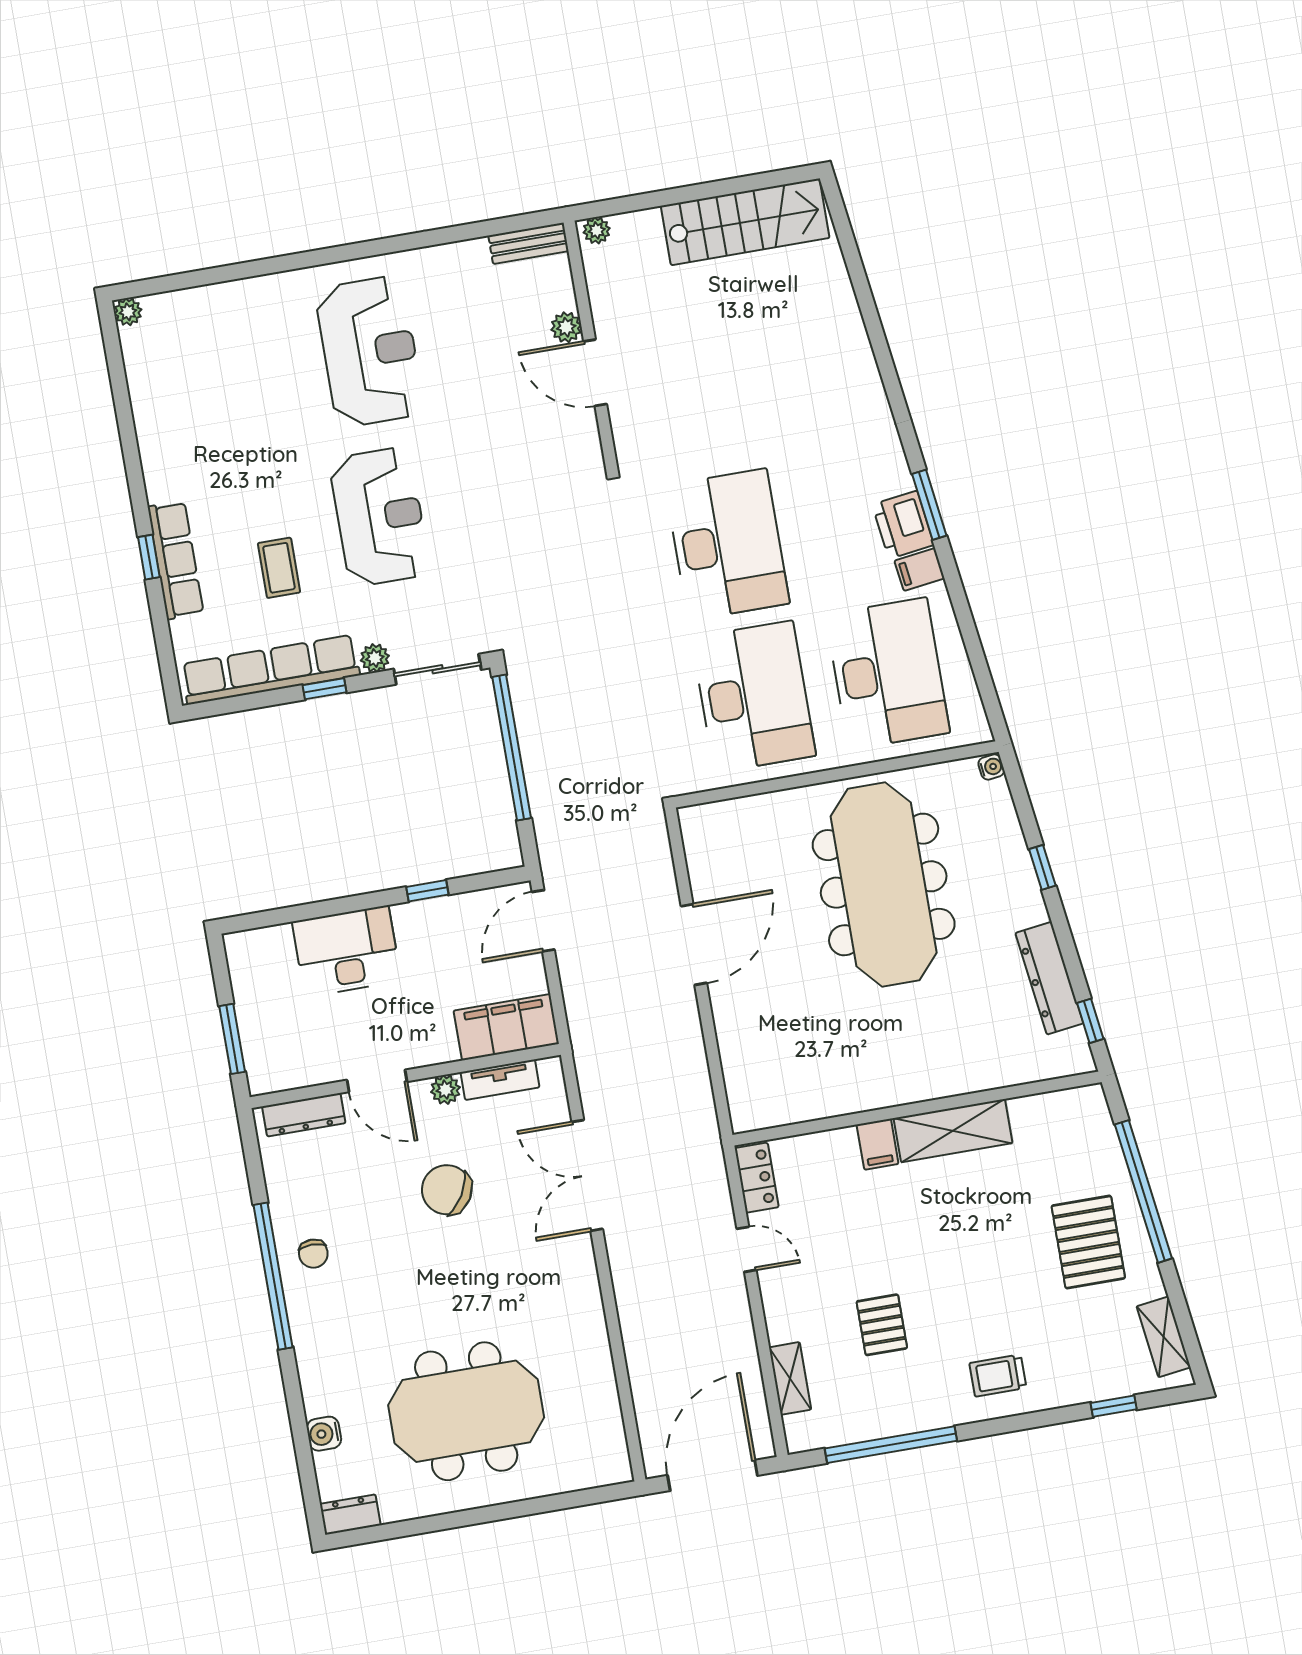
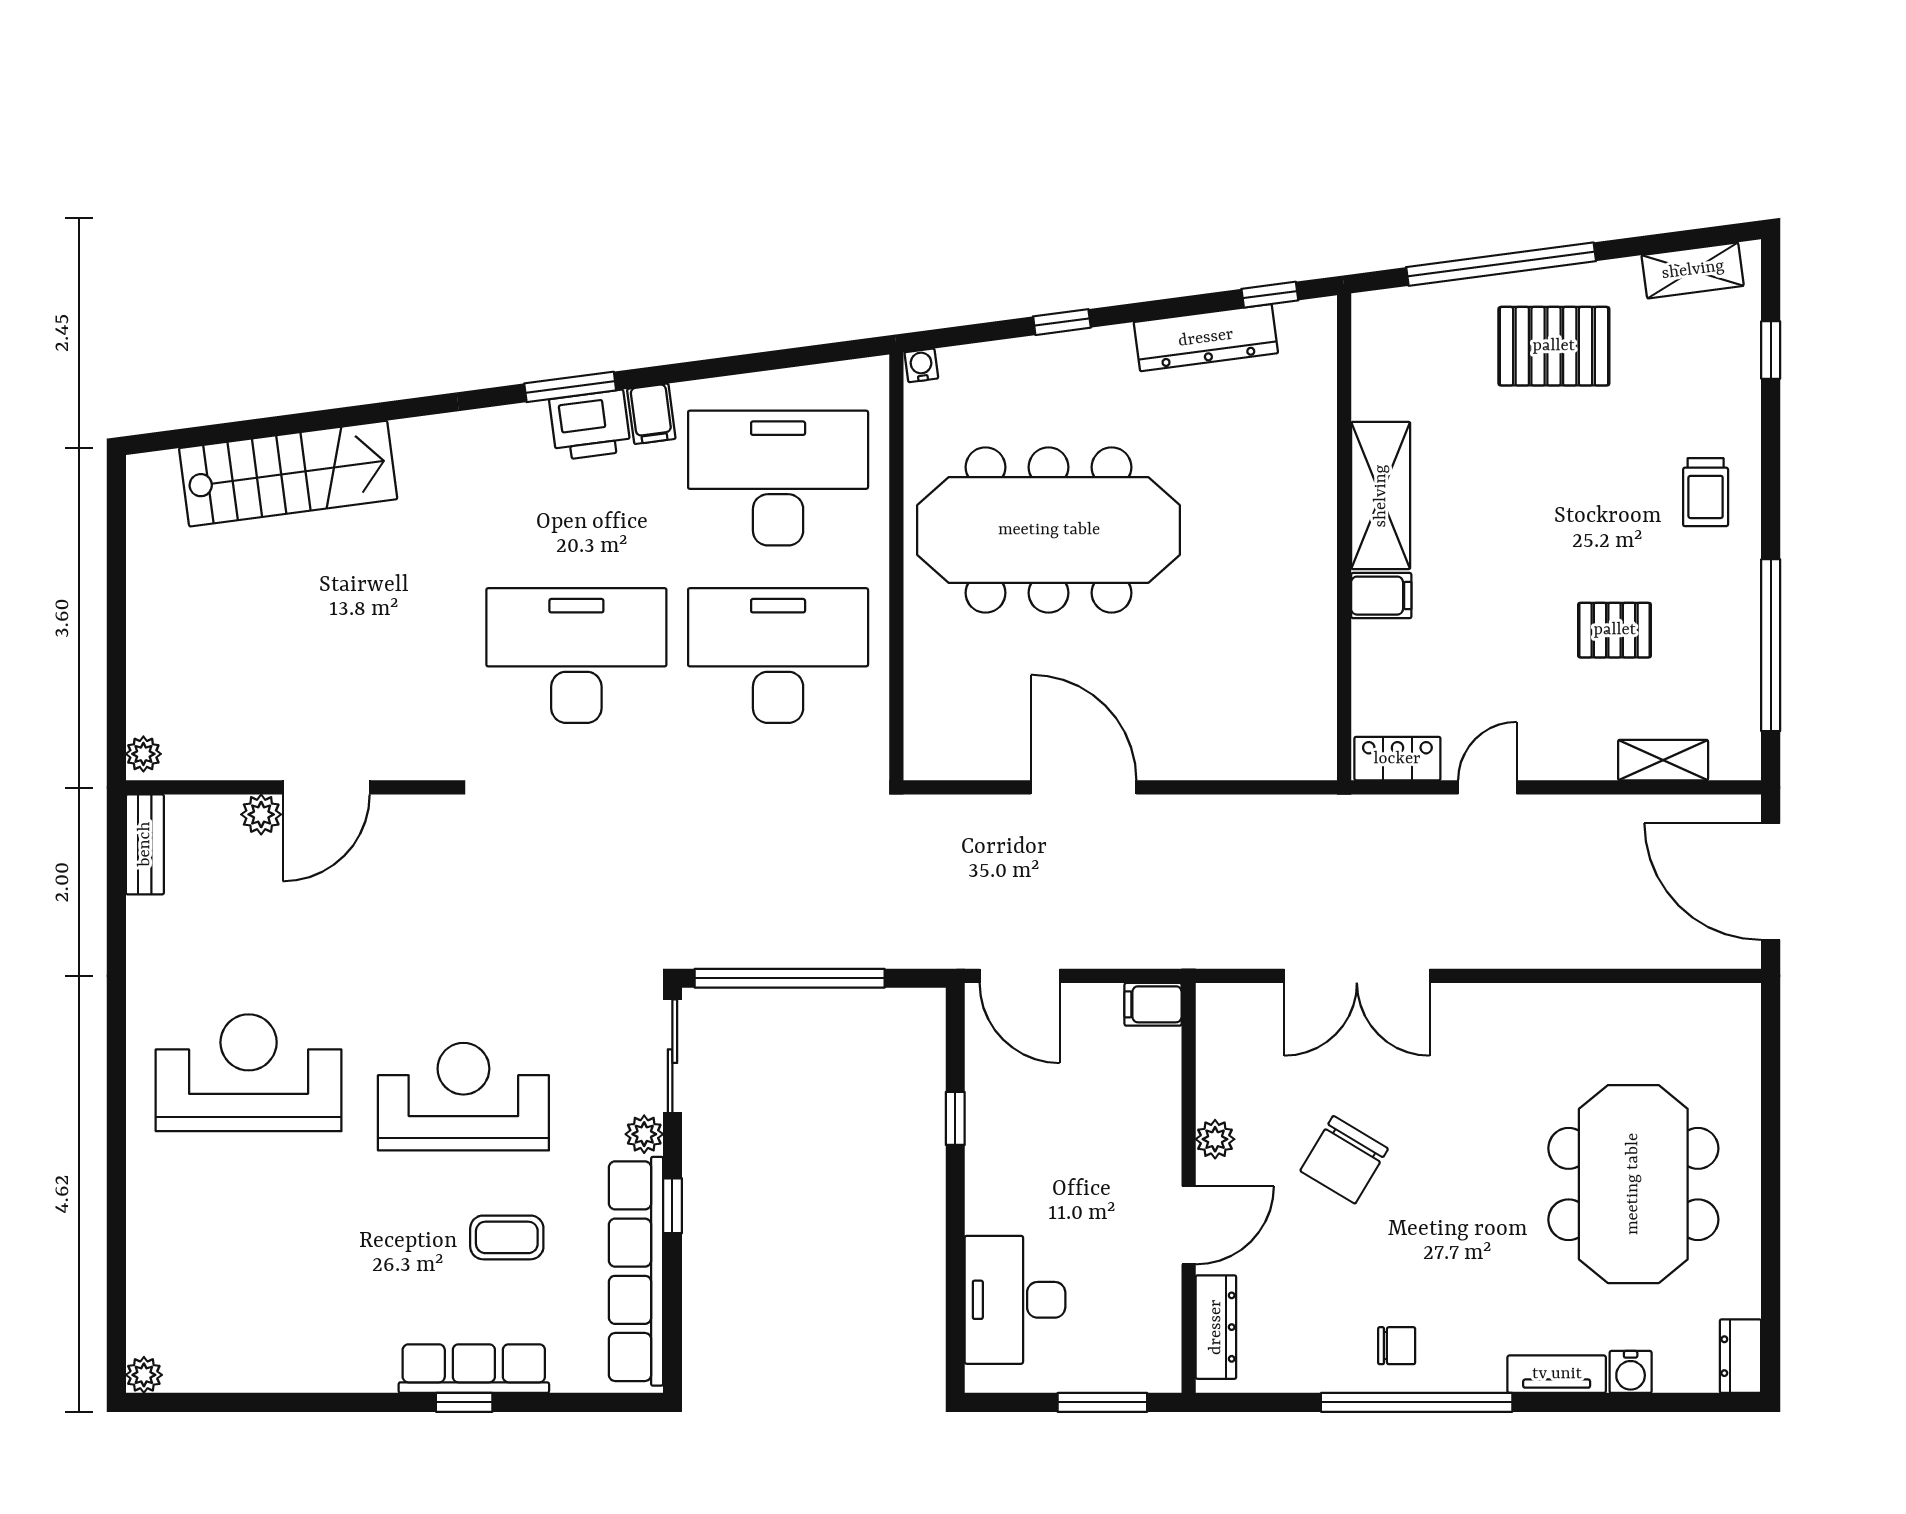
stairs: (745, 222) -> (288, 474), moved, turned 82
desk: (347, 951) -> (1015, 1300), moved
filing cabinet: (506, 1027) -> (1153, 1004), width x0.33, depth x0.86
tv unit: (500, 1080) -> (1557, 1374), moved, turned -90

